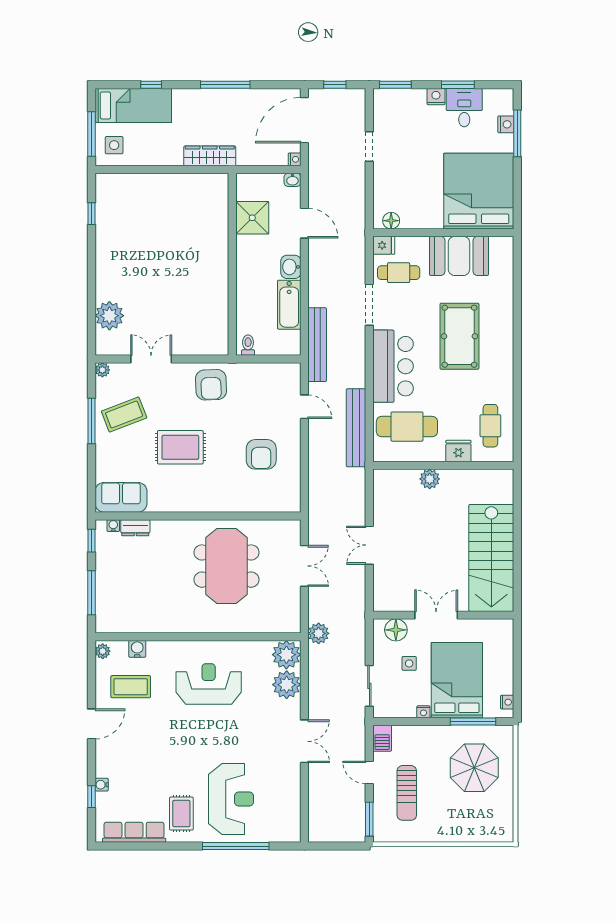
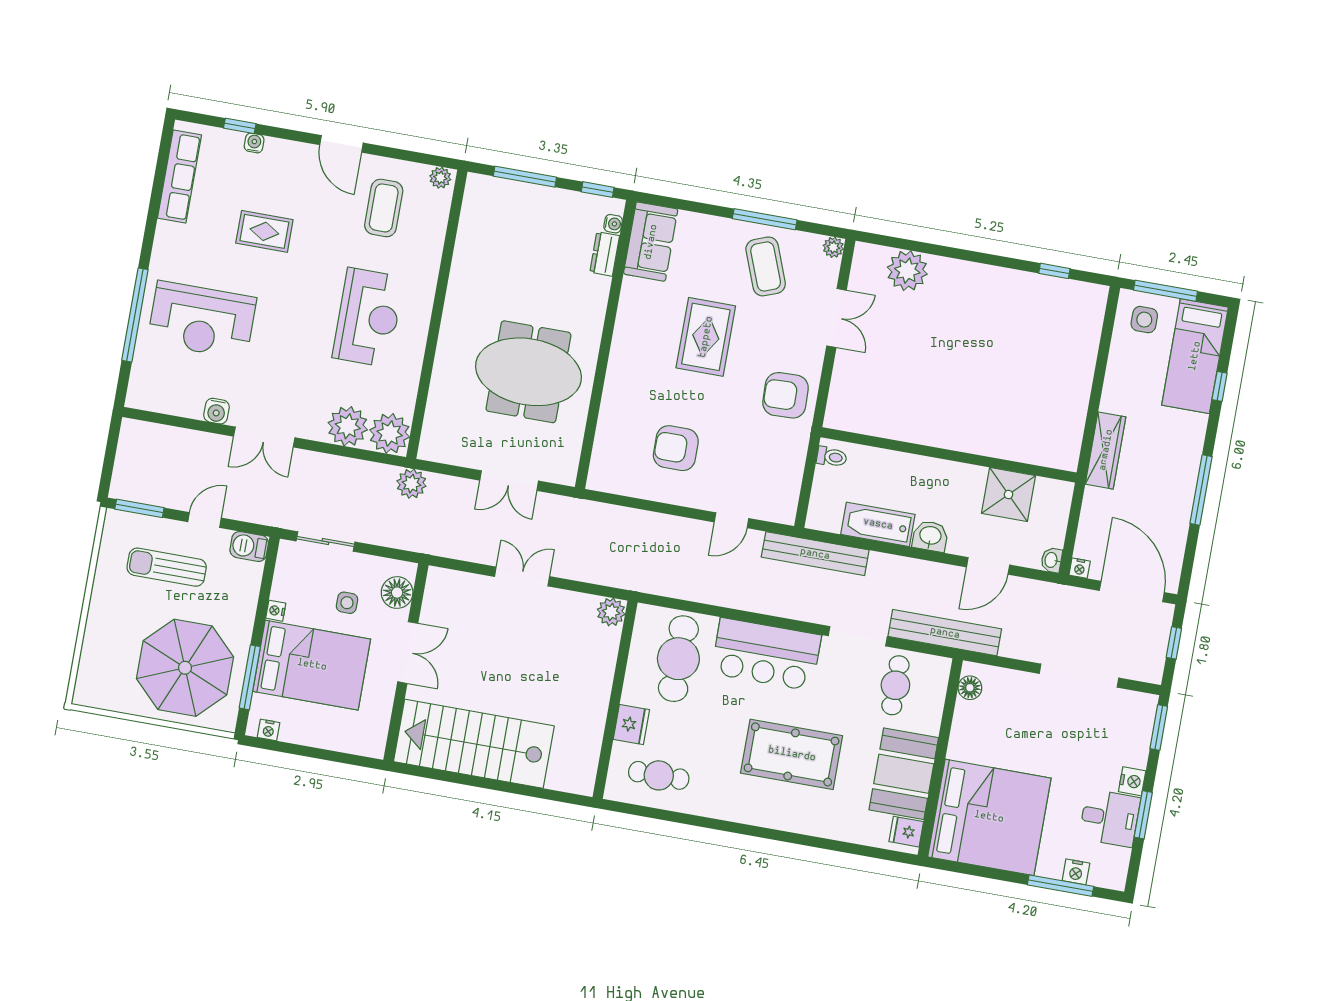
doorway: (369, 146) -> (1079, 676), width x1.88
fridge: (384, 245) -> (906, 832), moved, turned 90
bench: (356, 428) -> (945, 633), moved
plant: (430, 479) -> (611, 612), moved
water cooler: (137, 649) -> (216, 411), moved, turned 90
parasol: (474, 768) -> (185, 668), width x1.36, depth x1.36
rug: (181, 814) -> (264, 231), moved

